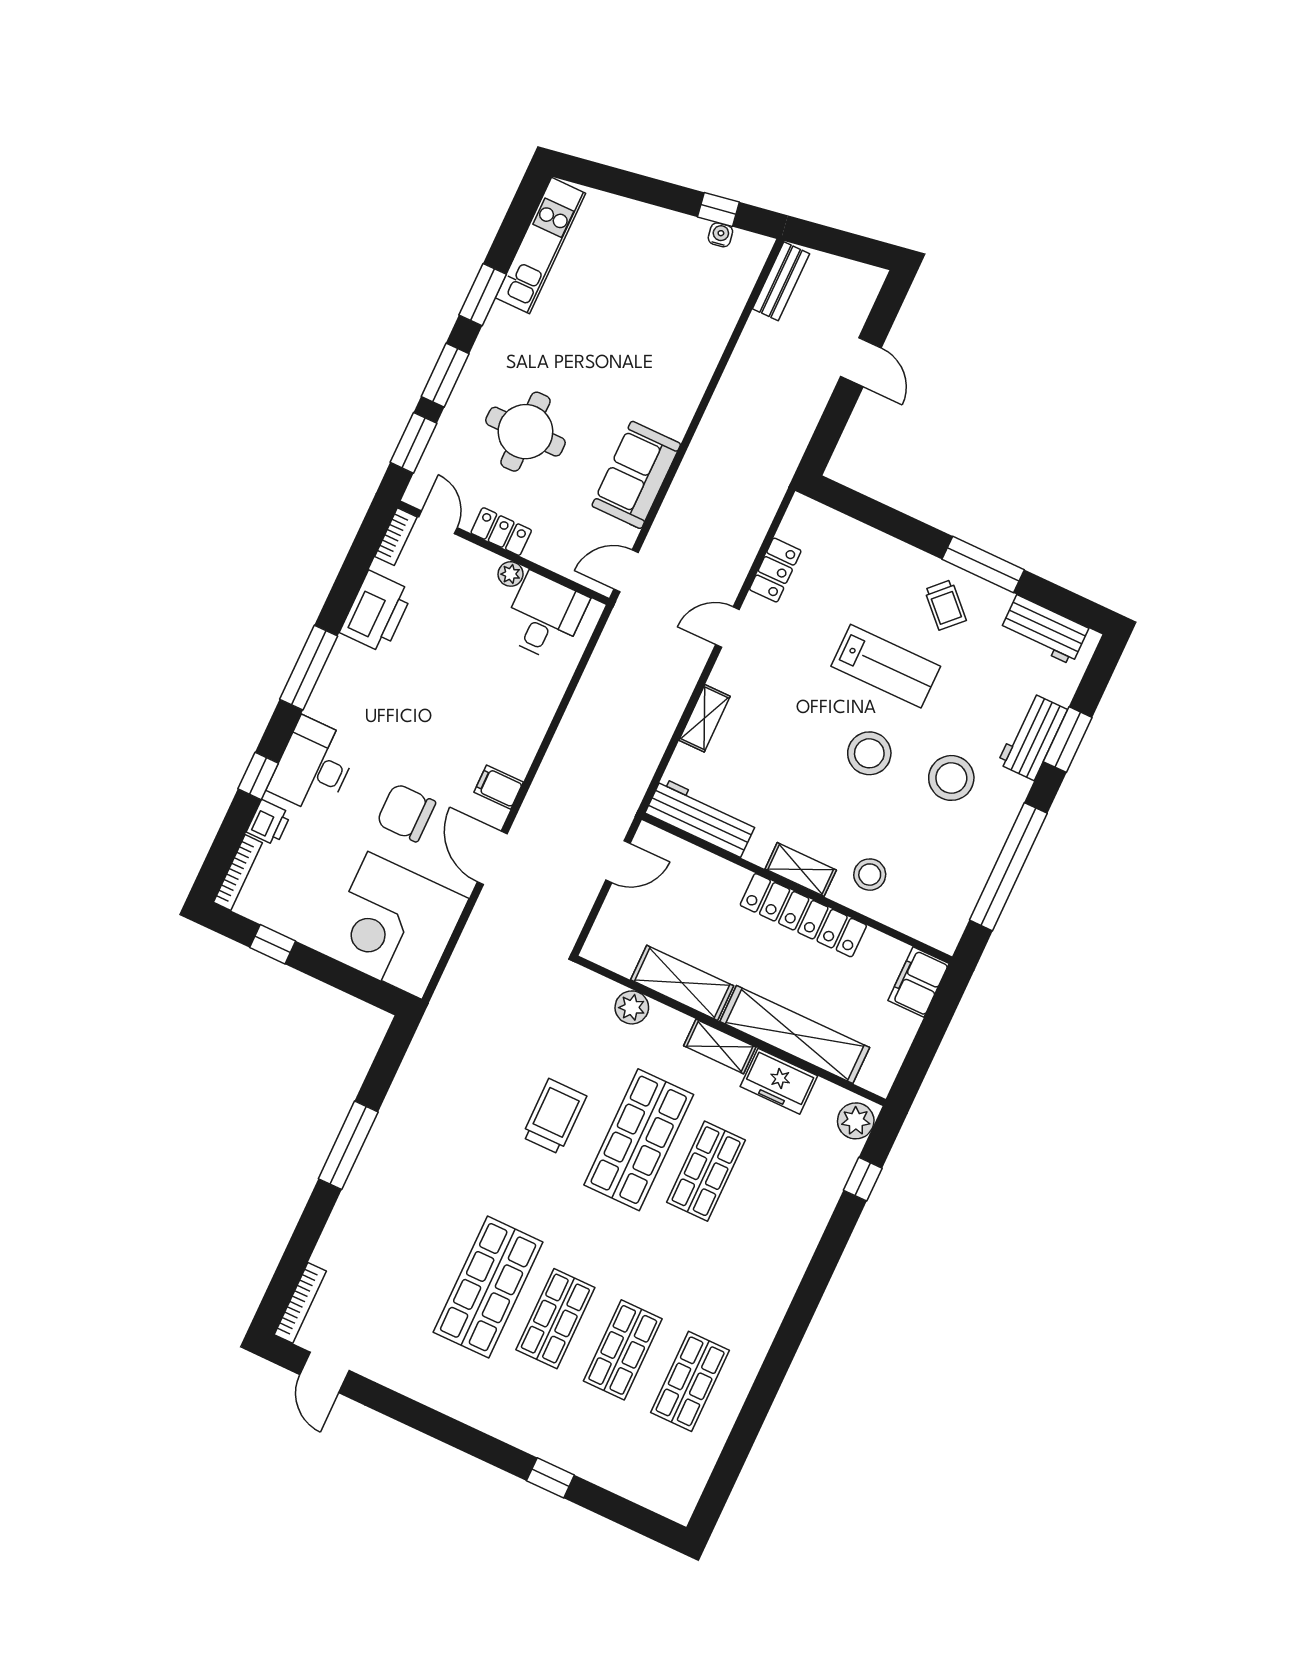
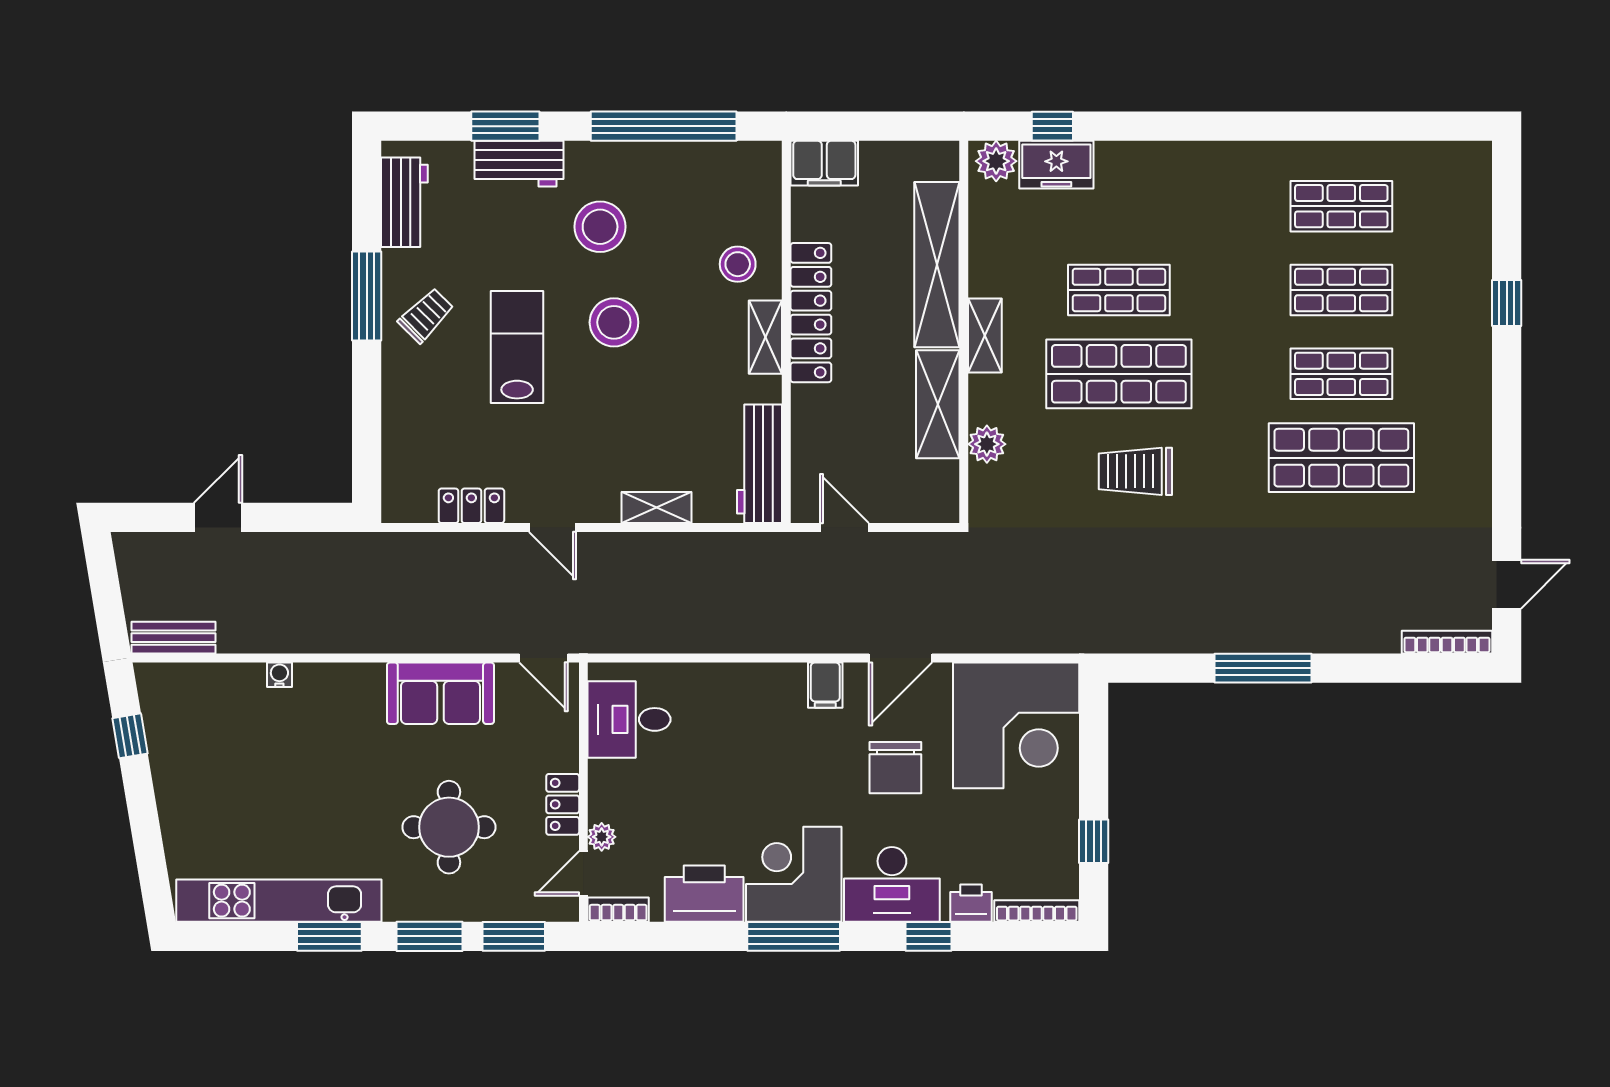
water cooler: (720, 235) -> (279, 675), moved, turned 100
kitchen unit: (540, 246) -> (279, 901), width x1.36
plant: (511, 574) -> (602, 837), moved
corner desk: (358, 691) -> (794, 874), added
freezer: (779, 1081) -> (1056, 165), moved, turned 90

